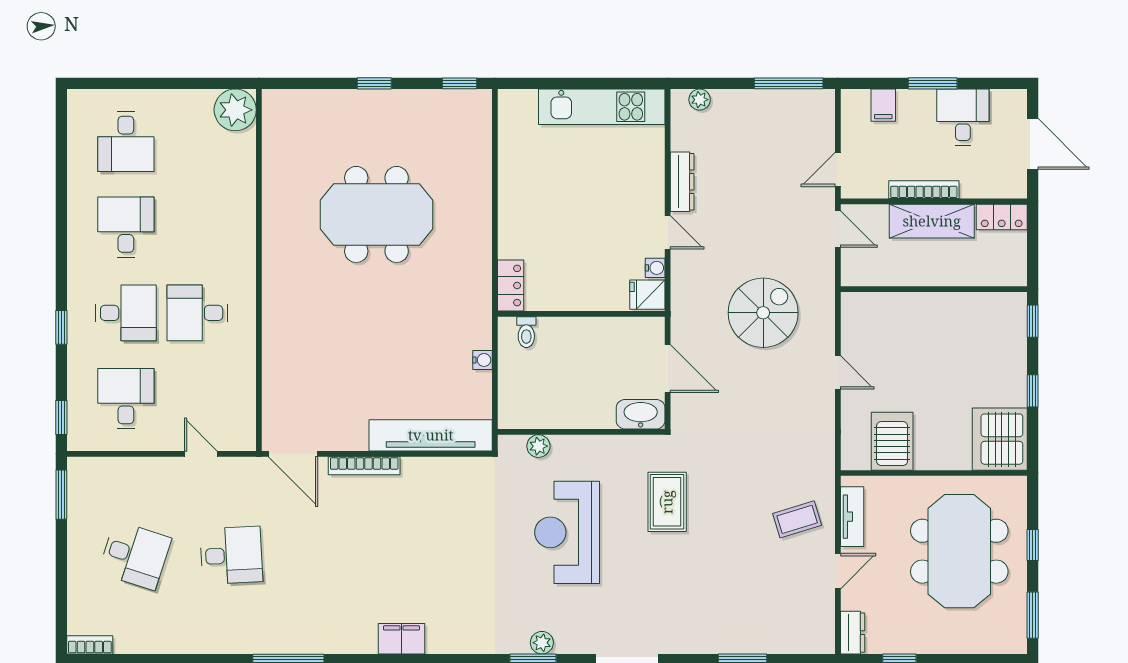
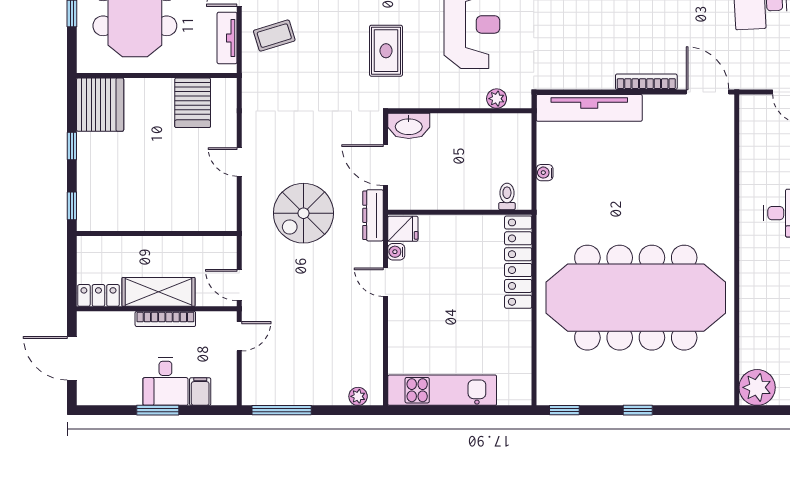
desk: (963, 117) -> (165, 381), moved
dresser: (682, 182) -> (373, 215), moved
meeting table: (376, 214) -> (636, 298), width x1.86, depth x1.27
locker: (511, 285) -> (518, 262), width x2.16, depth x1.21

